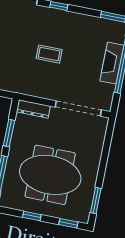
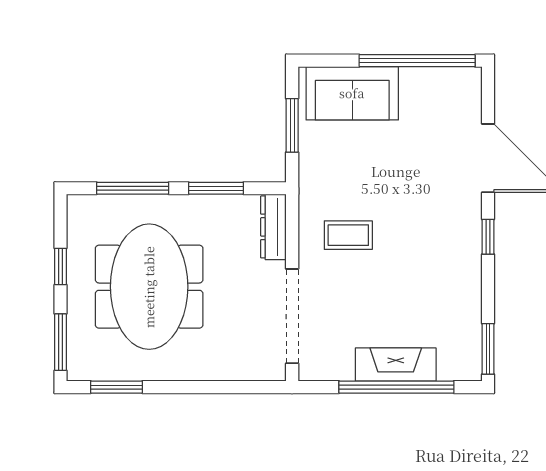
coffee table: (49, 54) -> (348, 235), moved, turned 90
window: (68, 223) -> (60, 342), width x1.50

